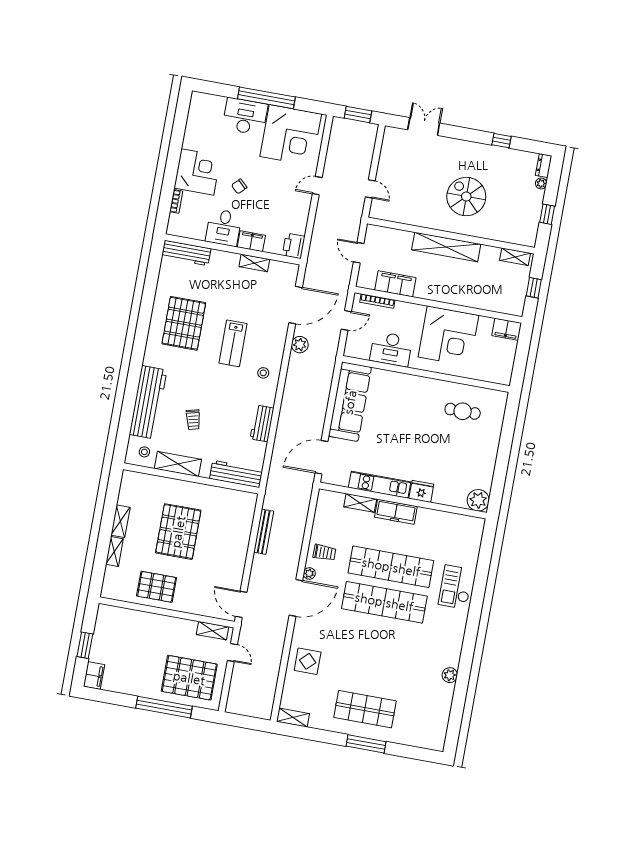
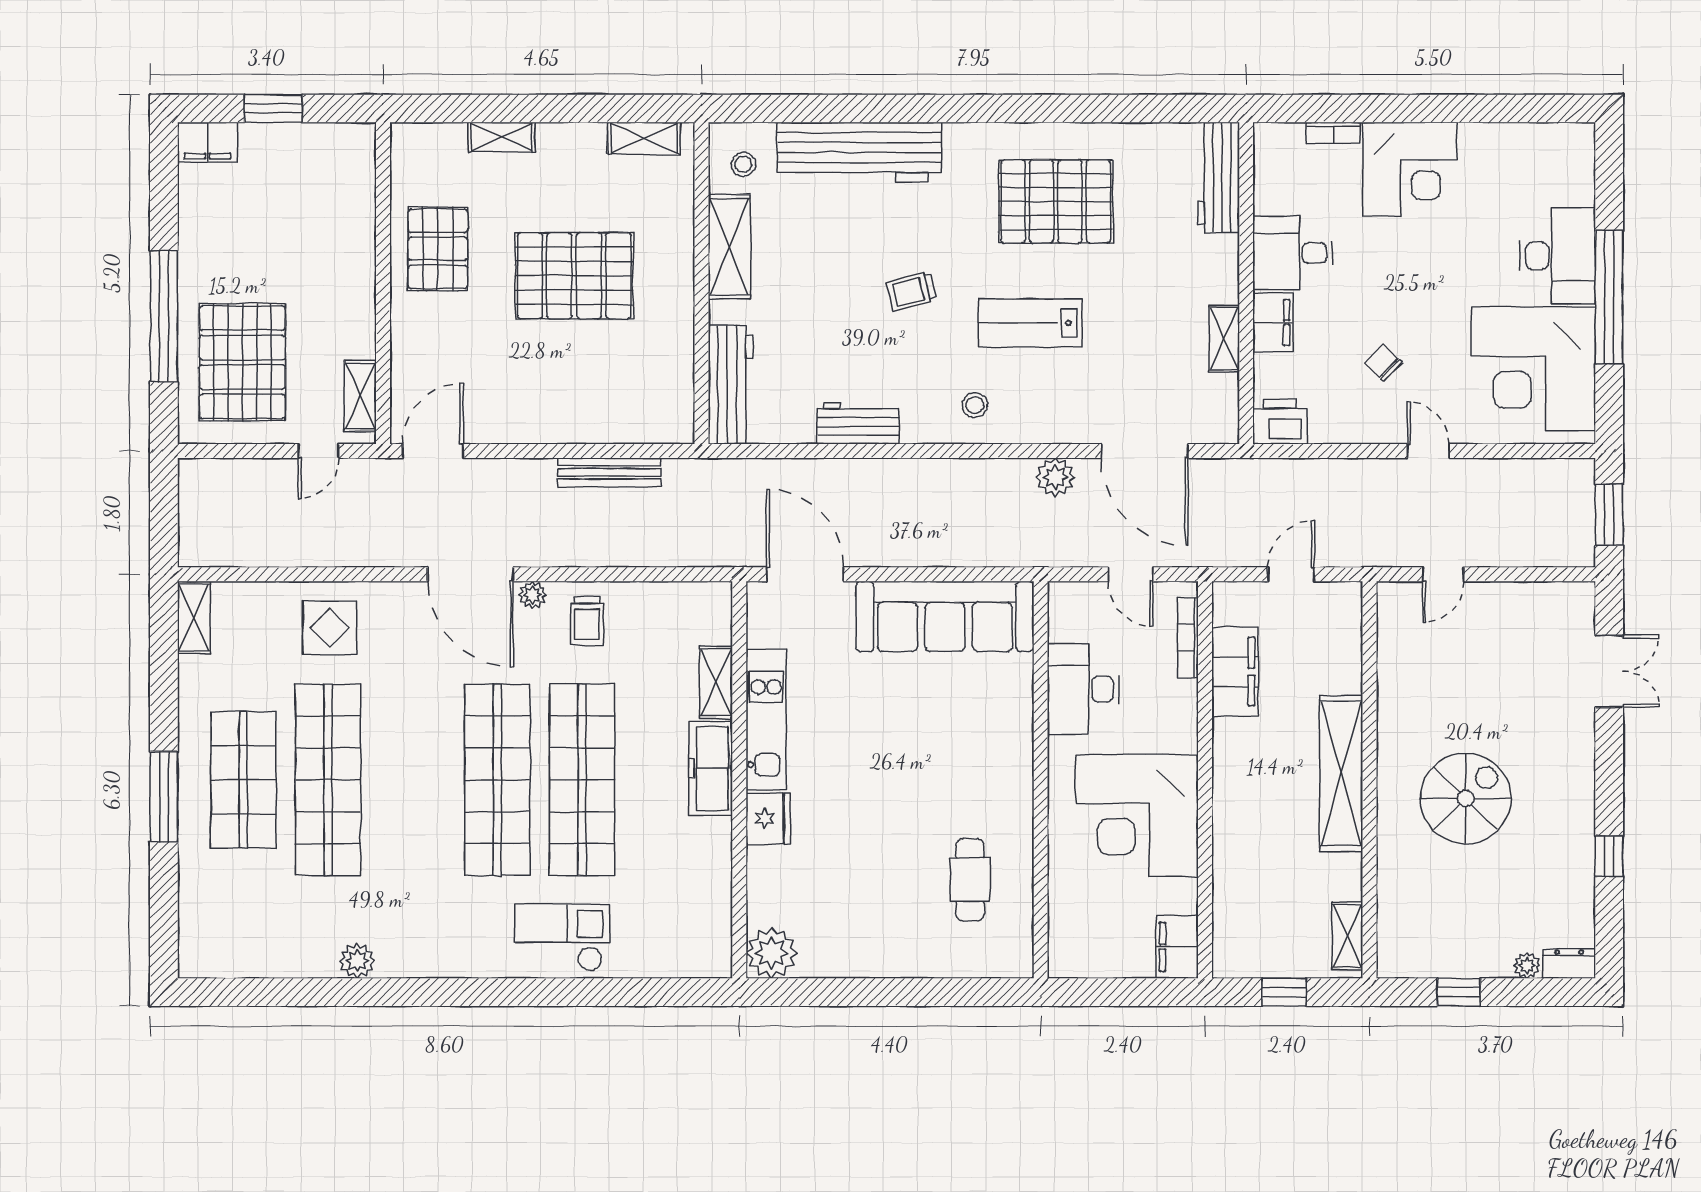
chair: (239, 186) -> (1383, 363), moved
trolley: (193, 420) -> (911, 291), moved
shelving: (121, 521) -> (644, 138), moved
shop shelf: (371, 674) -> (328, 780), added

